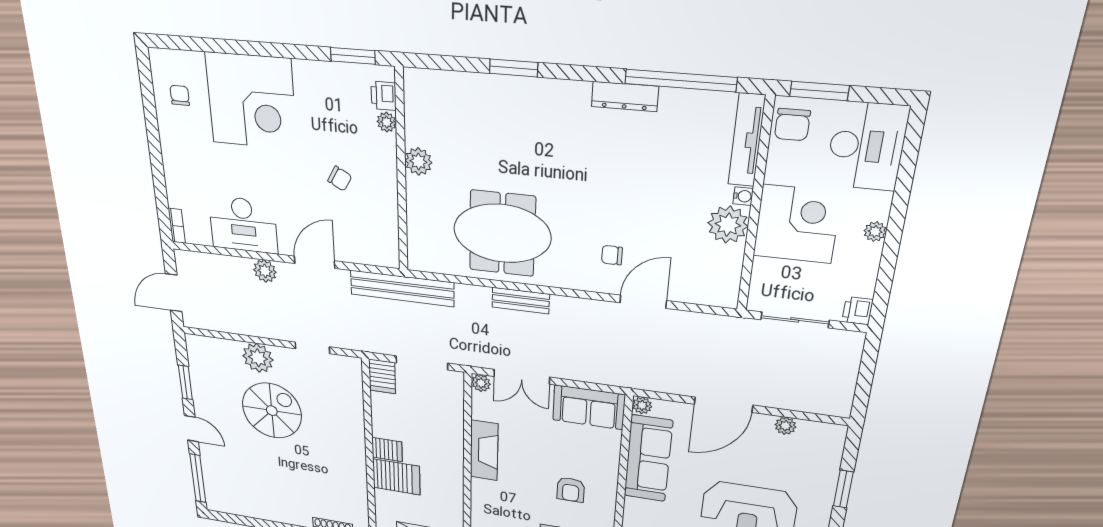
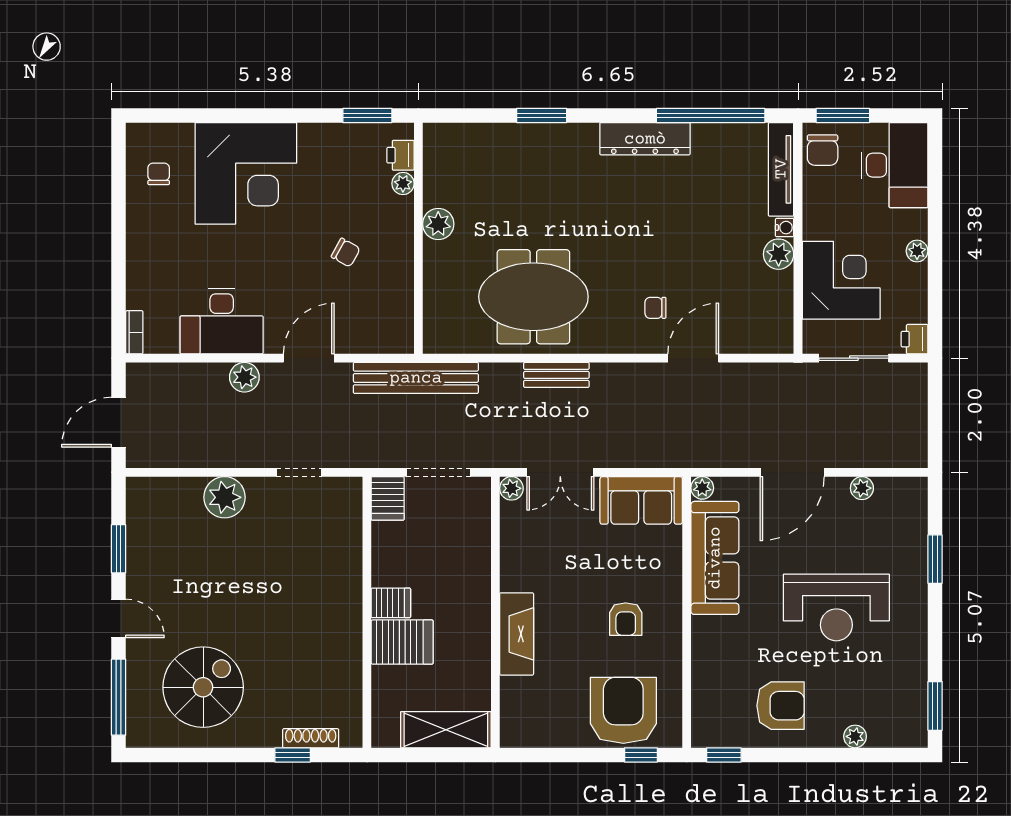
dresser: (625, 96) -> (645, 139), width x1.37, depth x1.24
corner desk: (797, 224) -> (841, 280), moved
plant: (728, 225) -> (779, 254), width x0.73, depth x0.73
spiral stairs: (272, 411) -> (203, 687), moved
fireplace: (484, 450) -> (517, 634), moved

